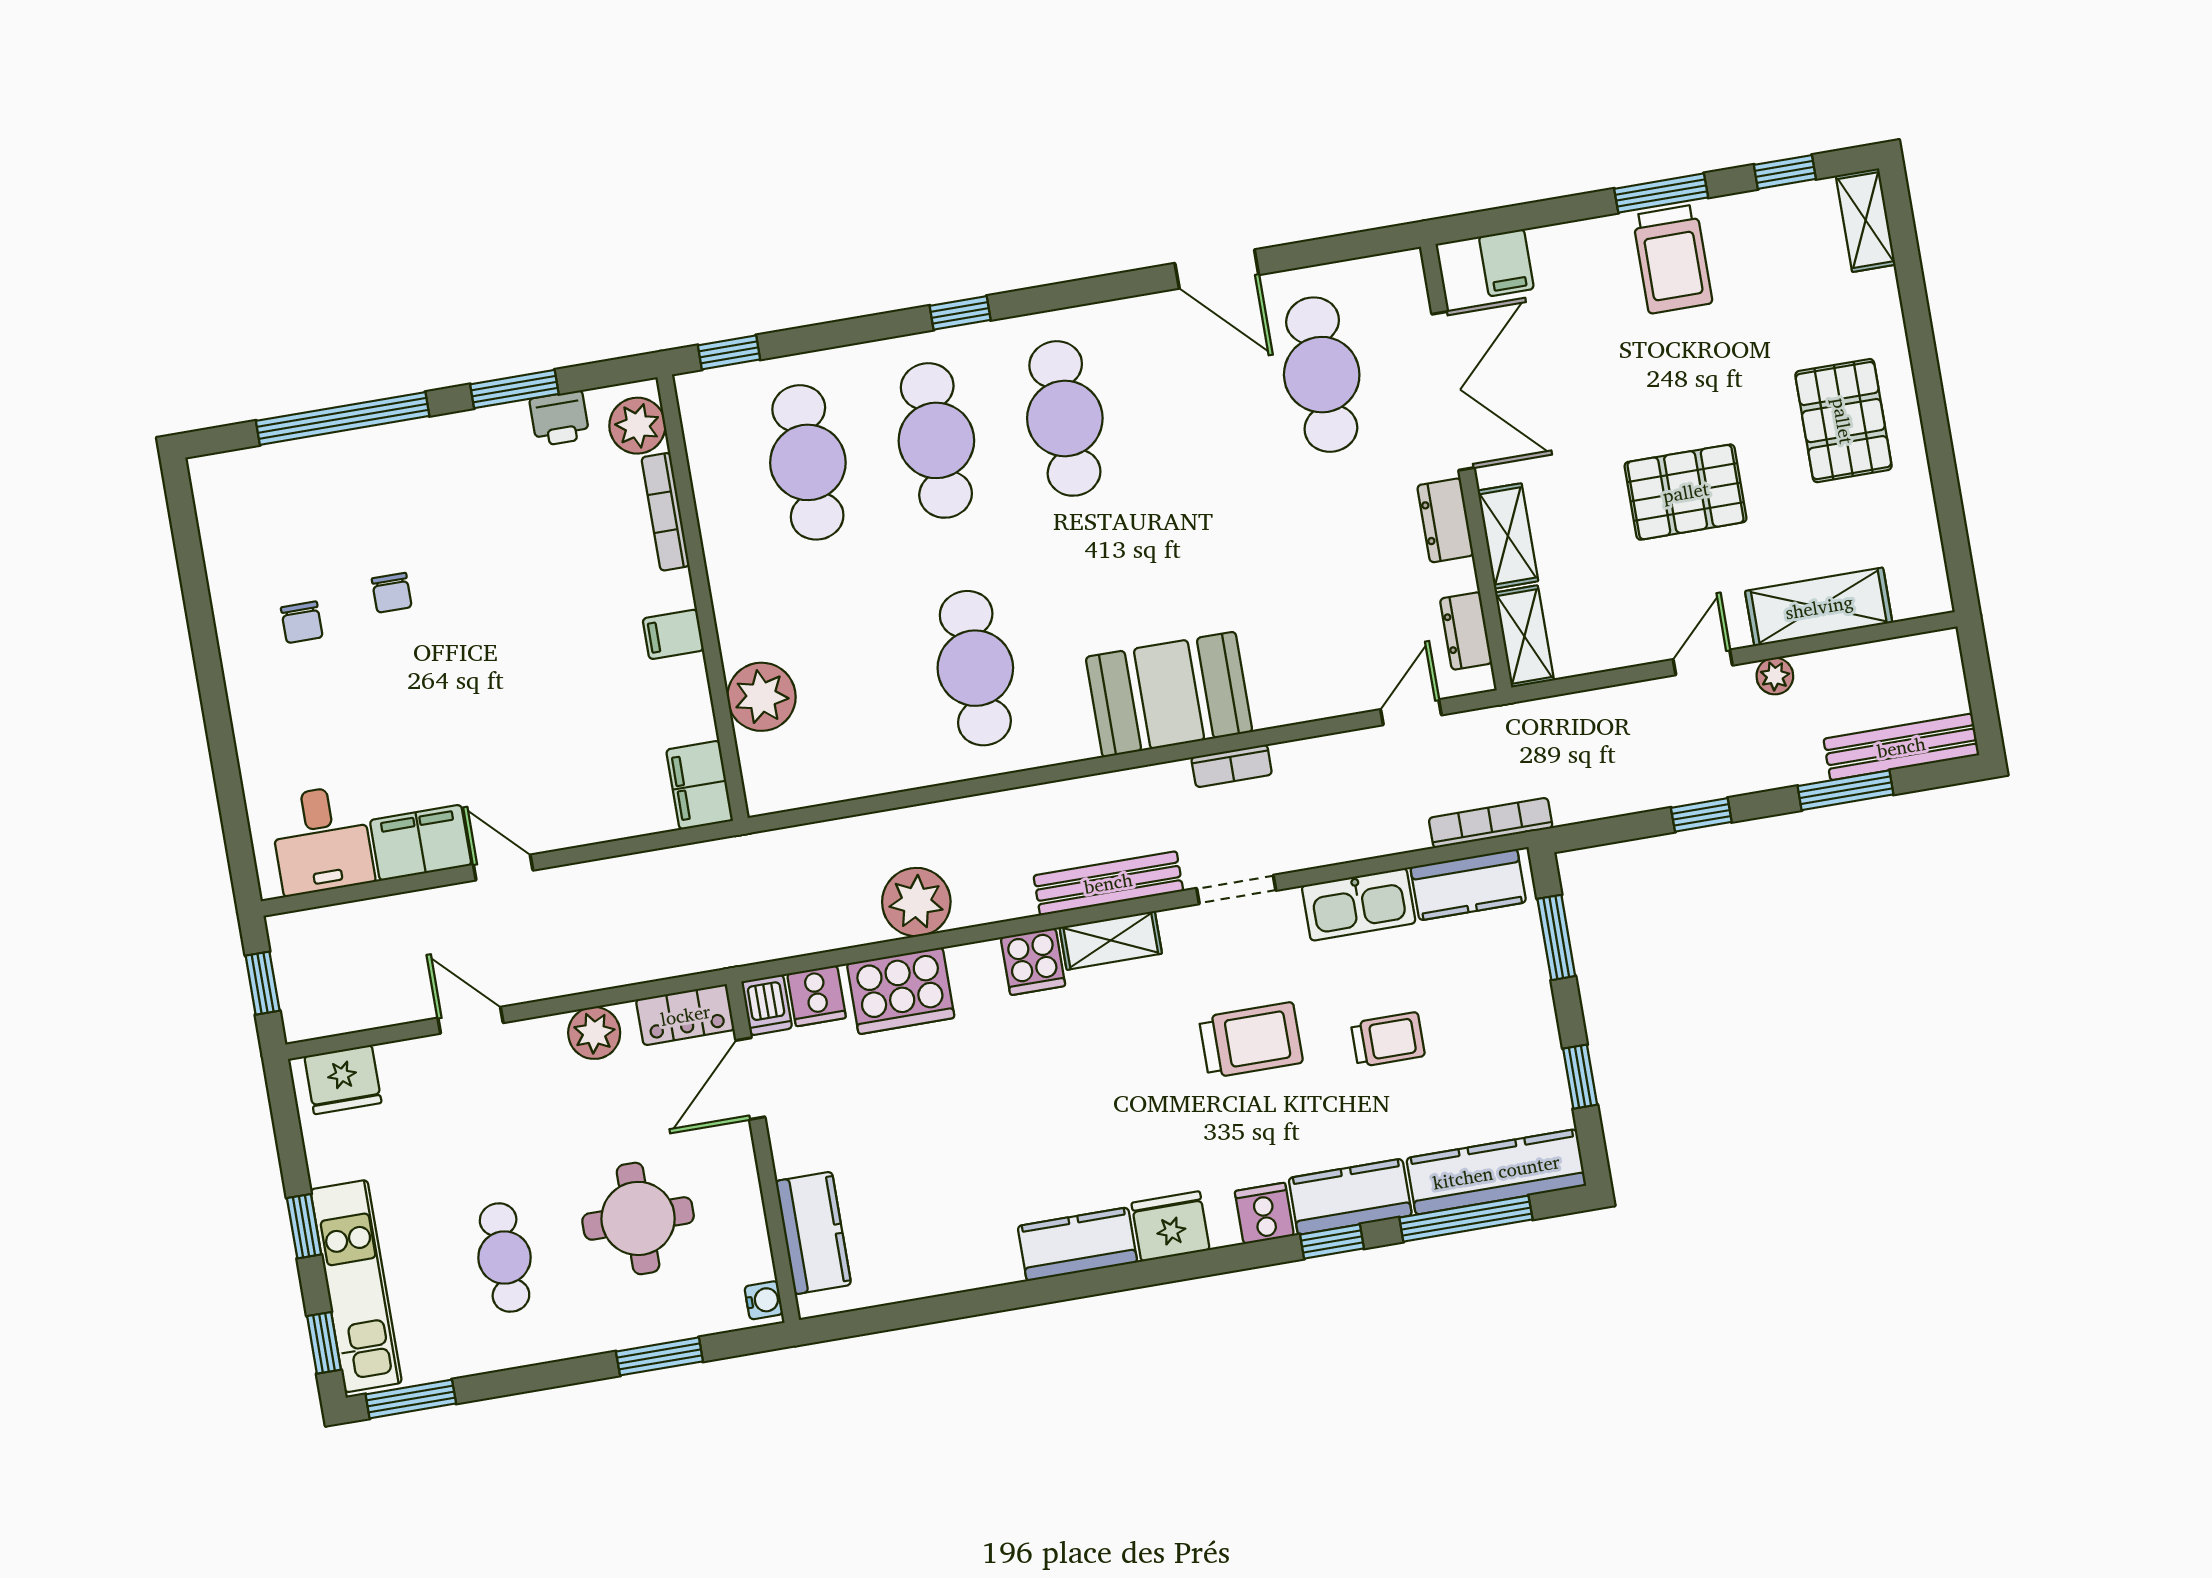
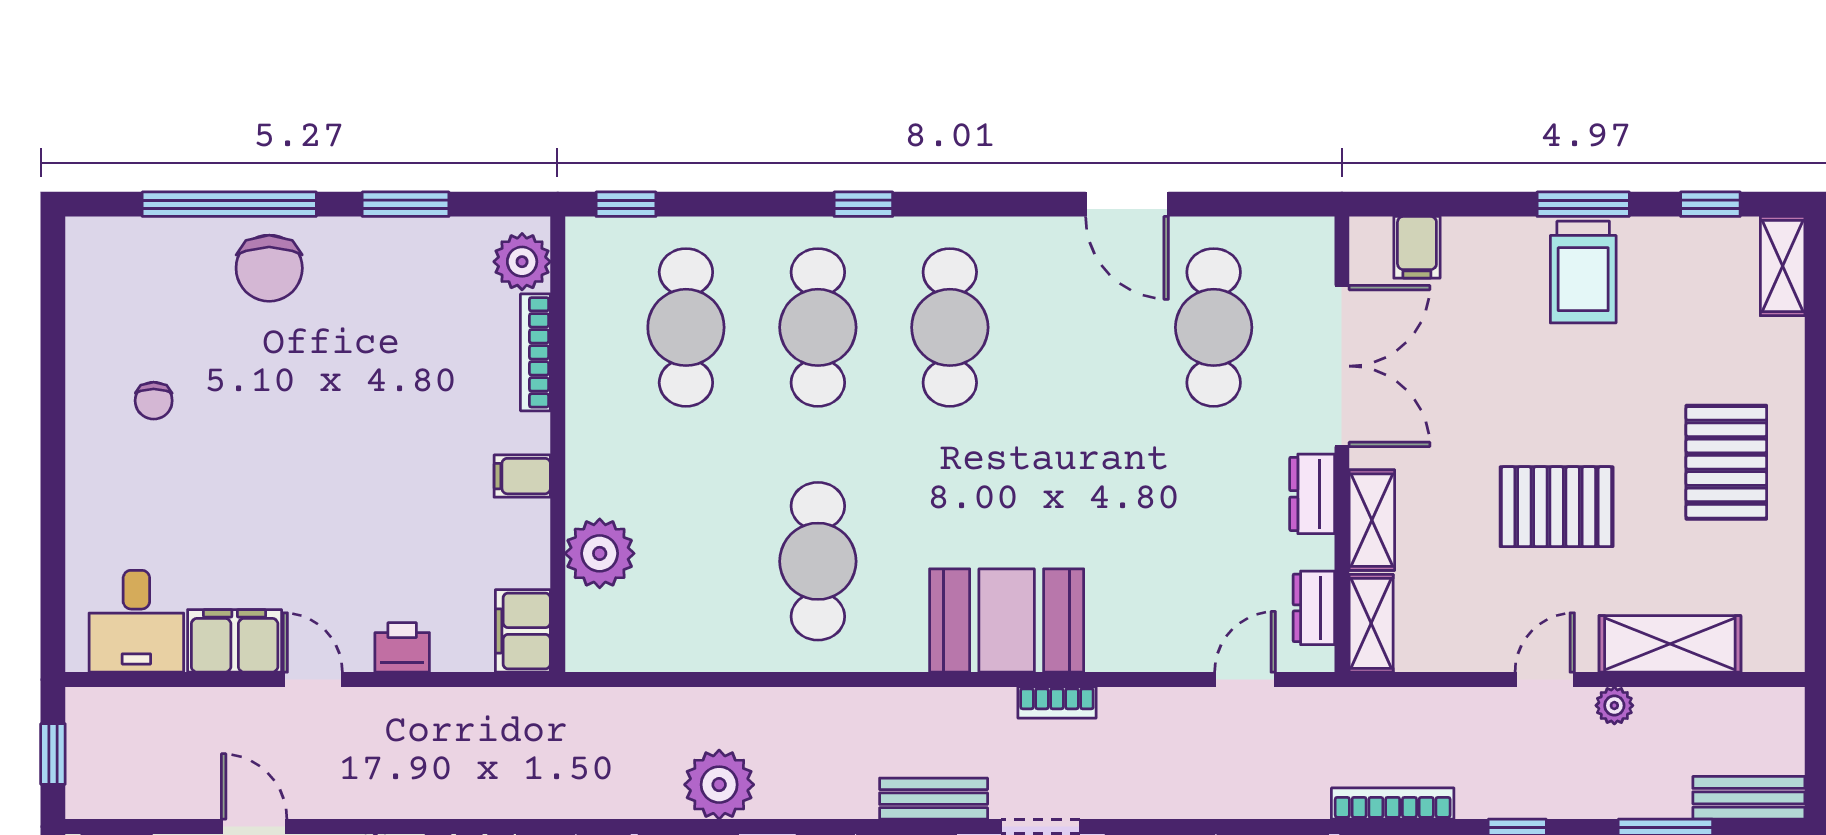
printer: (559, 418) -> (402, 647), moved, turned 180
chair: (392, 593) -> (269, 268), moved, width x1.87, depth x1.87
bench: (1901, 747) -> (1749, 798), width x0.73
bookcase: (1491, 823) -> (1393, 804), moved
bench: (1108, 883) -> (934, 799), width x0.73

